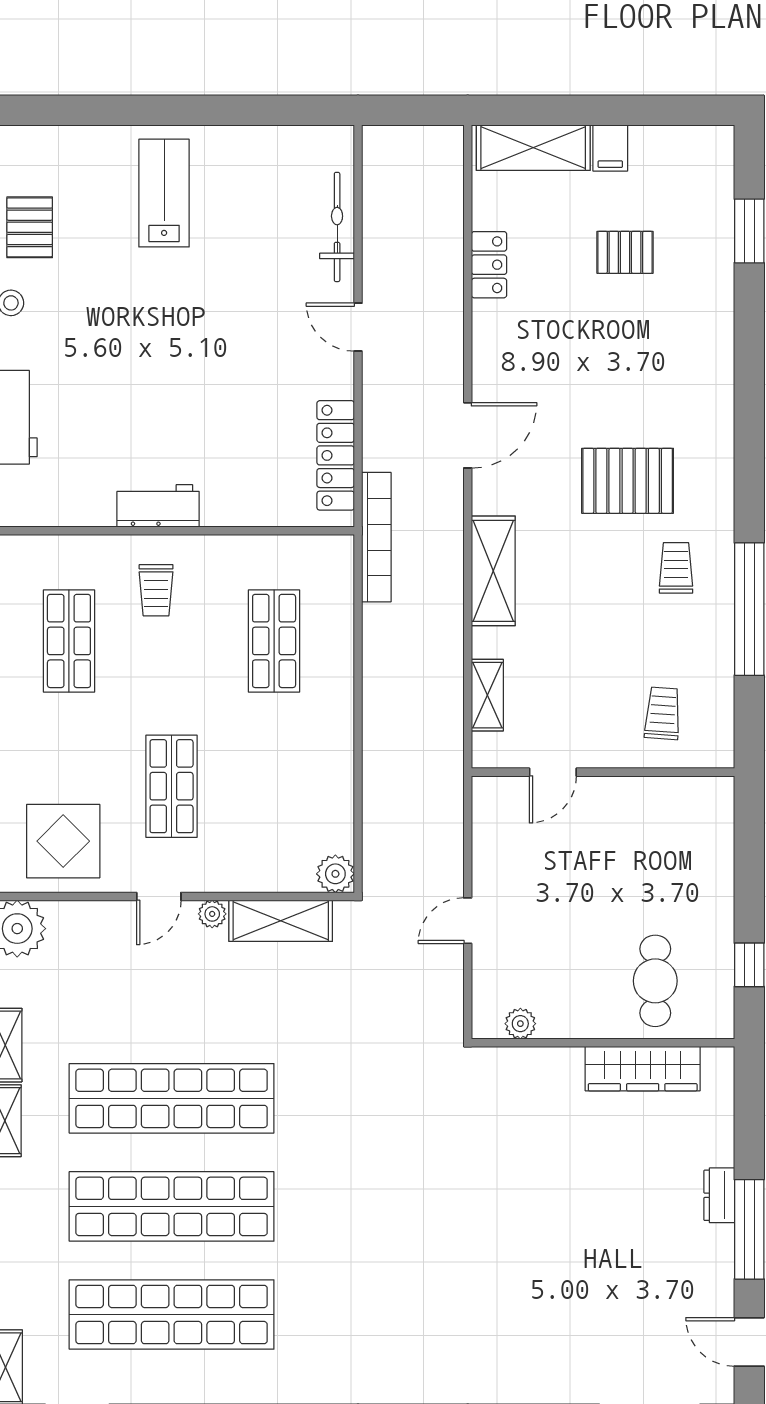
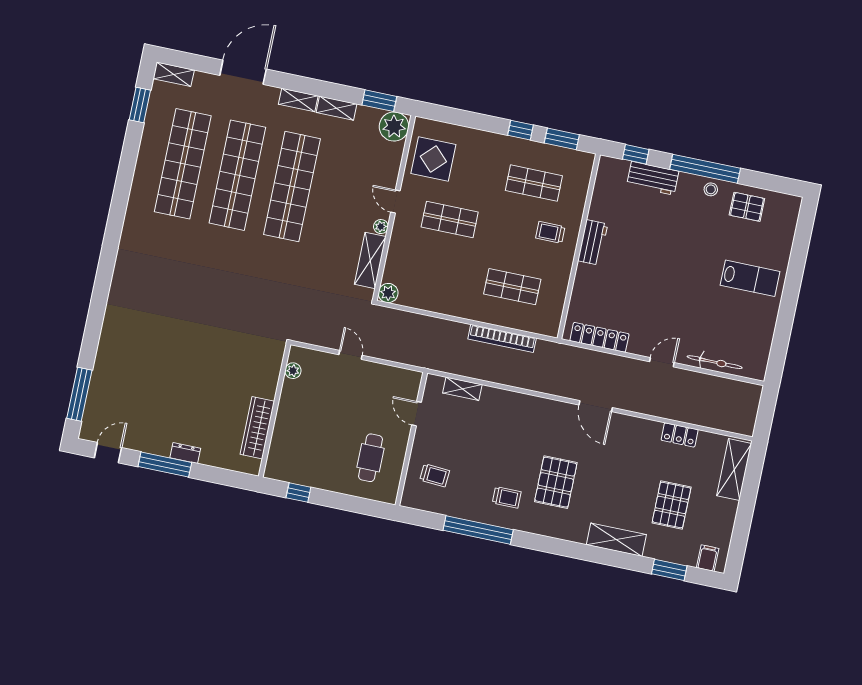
filing cabinet: (610, 148) -> (708, 558), moved, turned 90
pallet: (625, 252) -> (672, 505), width x1.50, depth x1.42
bookcase: (376, 537) -> (502, 338), moved
shelving: (493, 571) -> (616, 540), moved
cafe table: (655, 981) -> (371, 458), moved, turned 90

